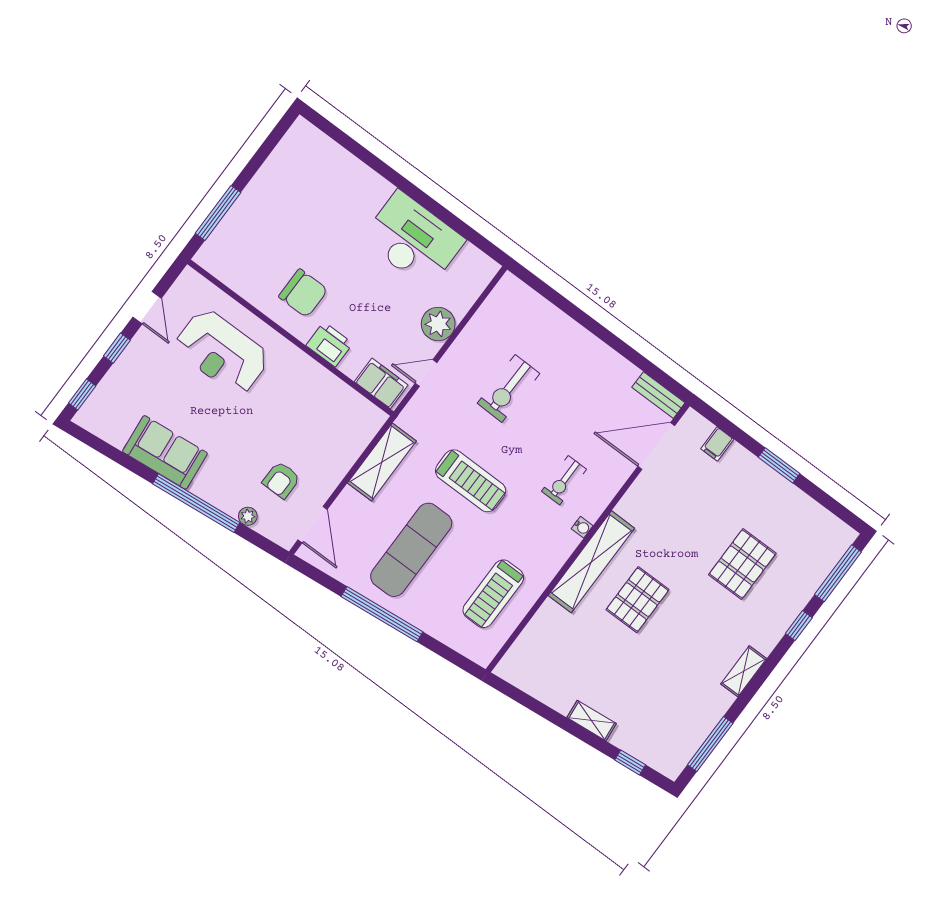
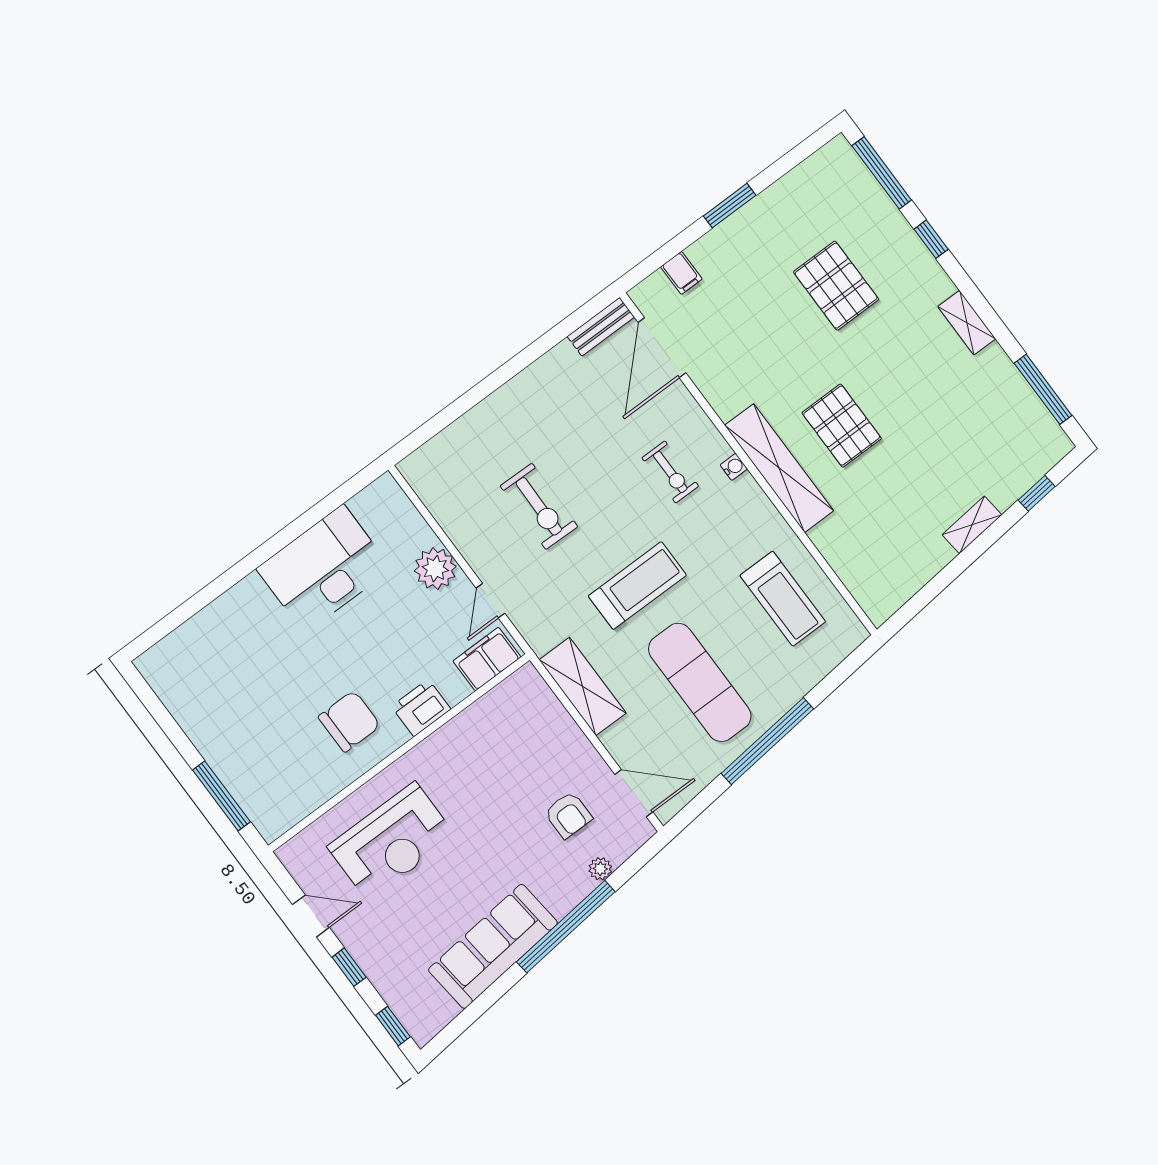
sofa: (165, 452) -> (493, 946), width x1.36

